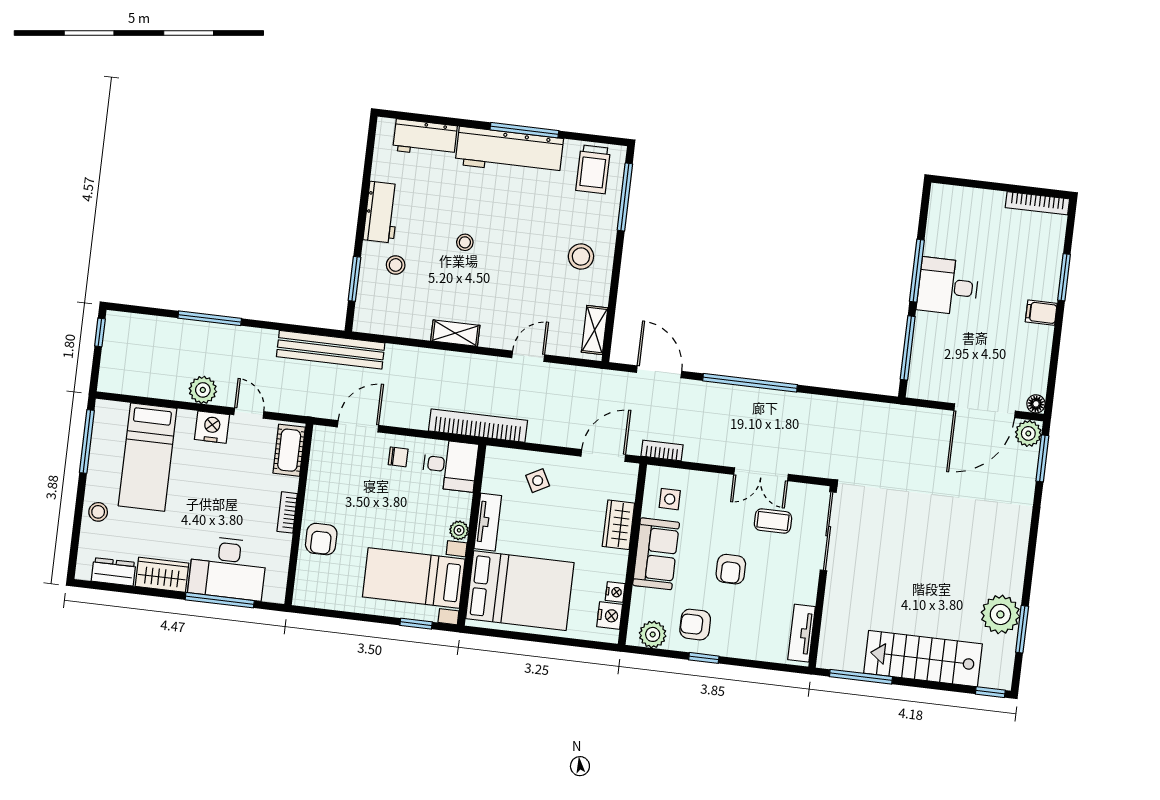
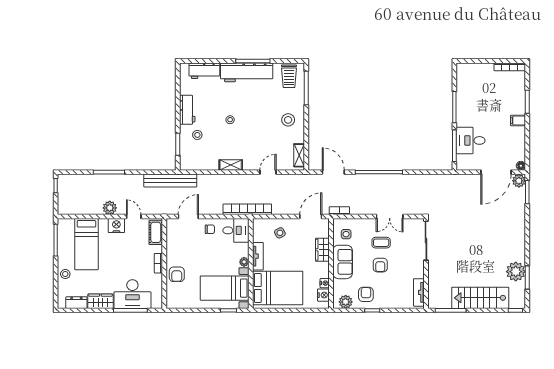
desk: (948, 287) -> (471, 140), moved
coffee table: (773, 521) -> (381, 243), moved
armchair: (695, 625) -> (366, 294), turned 90

